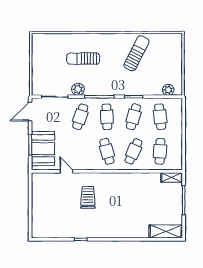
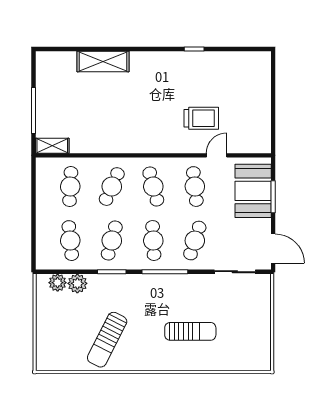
plant: (78, 89) -> (77, 283), moved
door: (30, 112) -> (273, 249), hinge flipped
cafe table: (80, 151) -> (195, 187), added
door: (66, 171) -> (217, 155), swing flipped
trolley: (88, 197) -> (201, 118), moved, turned -90
shelving: (166, 231) -> (103, 61), moved

